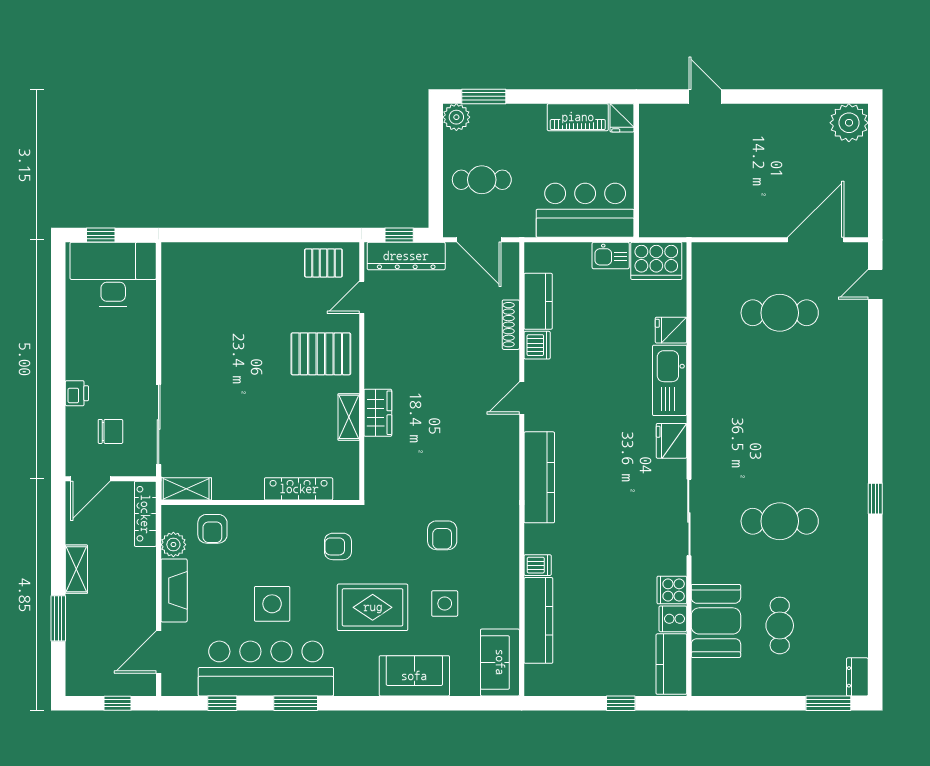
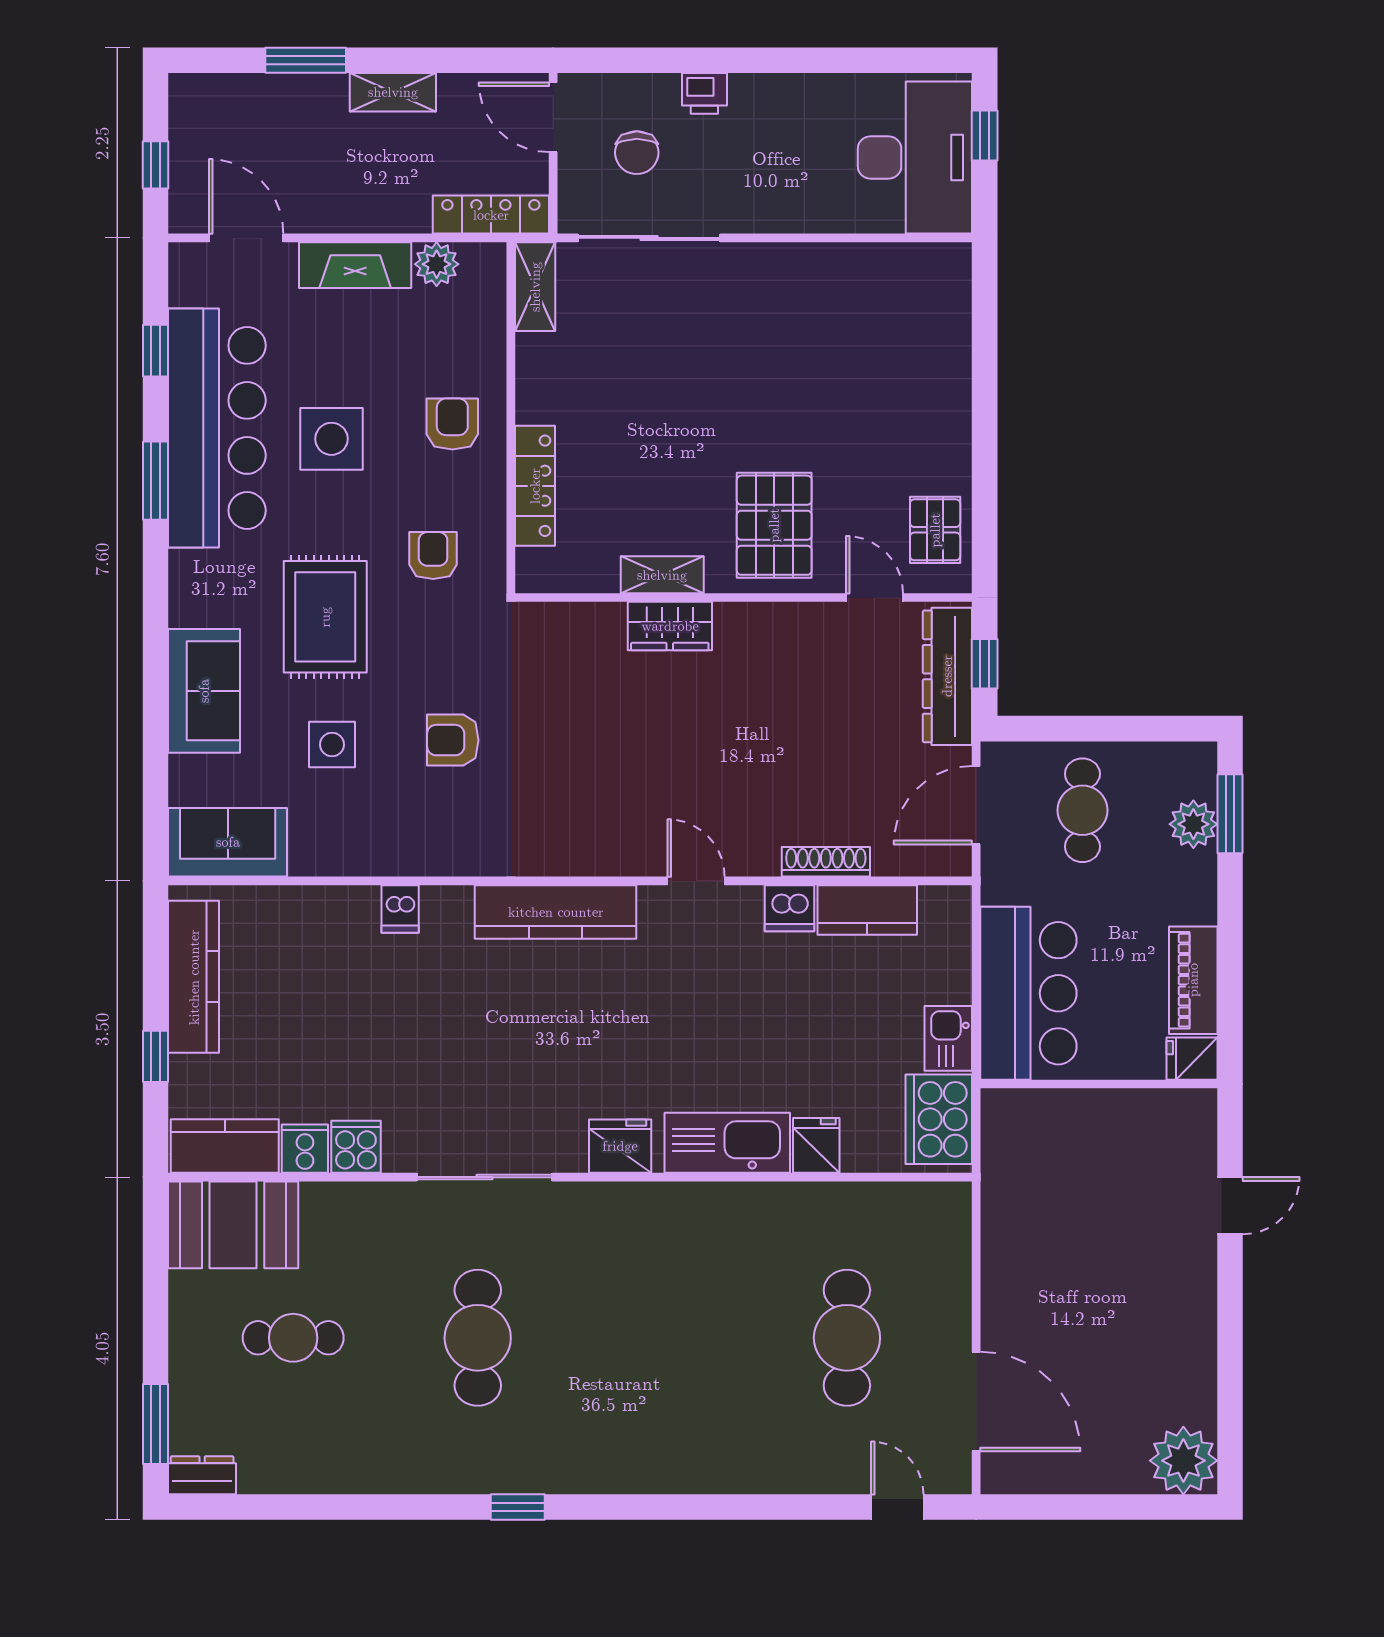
plant: (456, 117) -> (1193, 824), moved
armchair: (212, 529) -> (452, 424), moved, turned 90
kitchen counter: (538, 620) -> (194, 977), moved, turned -90
booth: (716, 621) -> (233, 1225), moved

